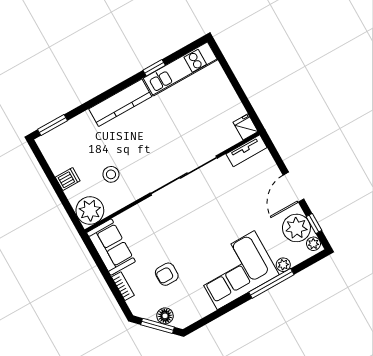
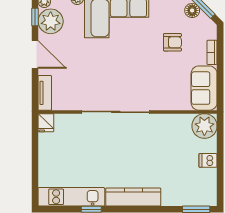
tv unit: (247, 151) -> (45, 93), moved, turned 90
stool: (111, 174) -> (172, 145), removed
door: (293, 187) -> (35, 55), hinge flipped

